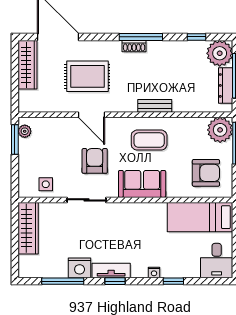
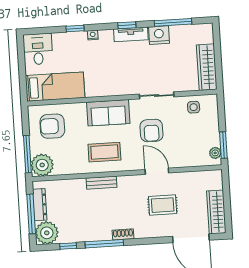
window: (141, 37) -> (104, 244), moved
rug: (87, 76) -> (163, 205), width x0.73, depth x0.70

